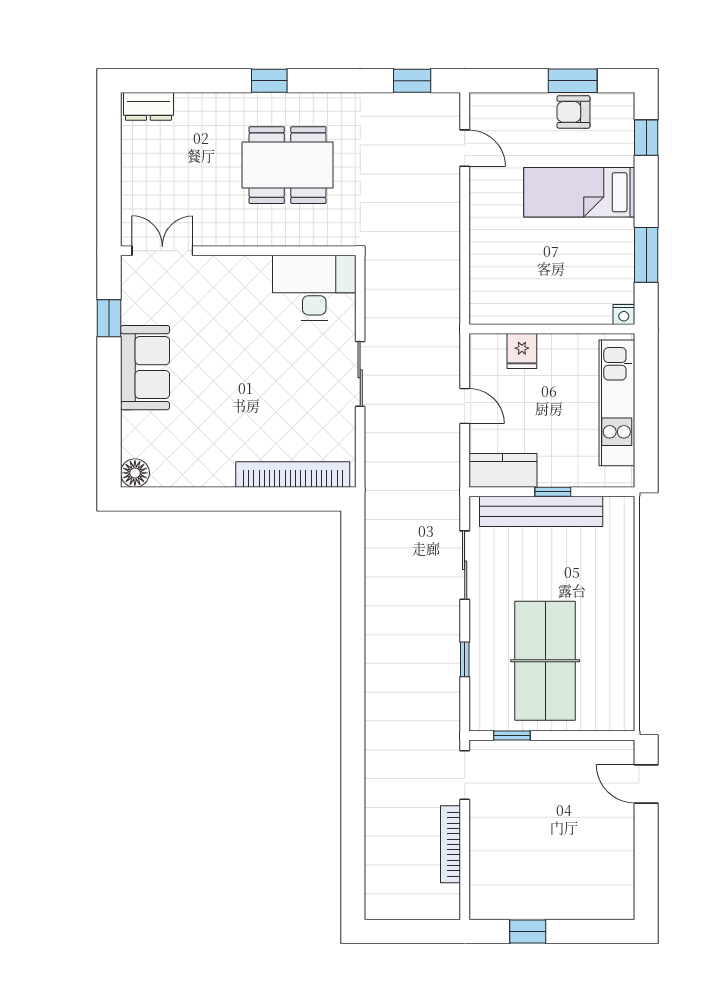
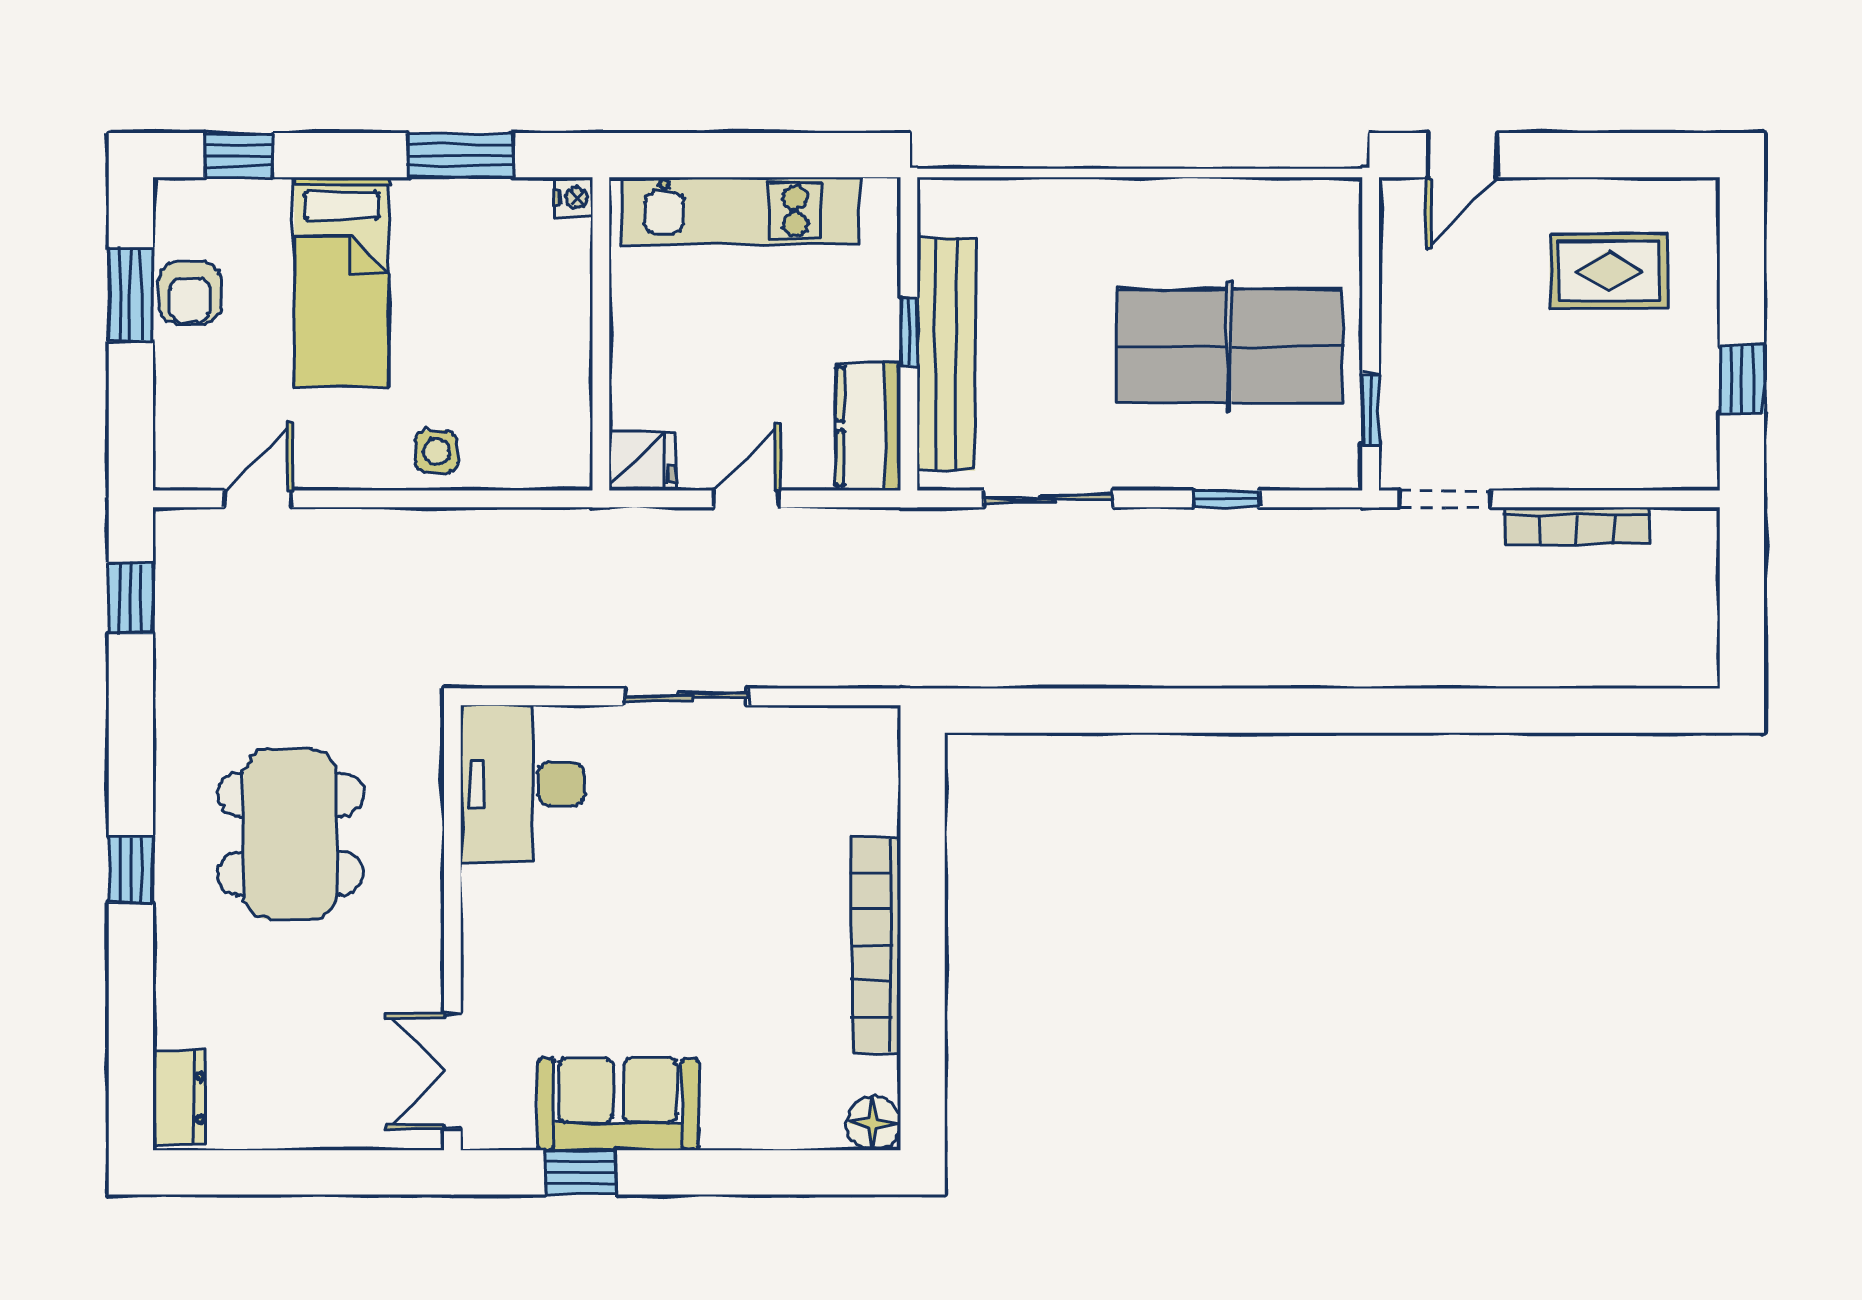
side table: (490, 242) -> (437, 452), added
fridge: (522, 351) -> (642, 460), moved
sofa: (145, 368) -> (618, 1104), moved
bookcase: (293, 474) -> (876, 945), moved
rug: (585, 861) -> (1608, 271), added

